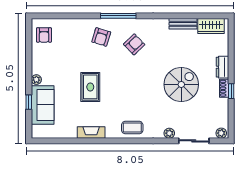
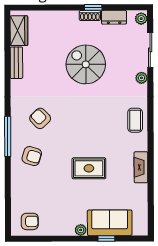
dresser: (222, 67) -> (114, 17), moved

